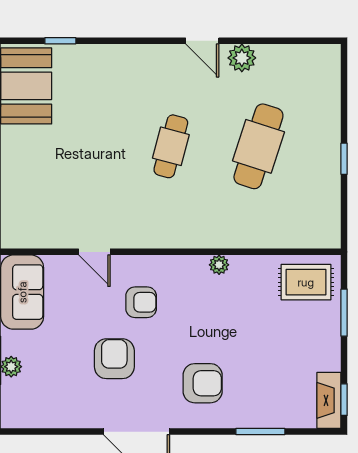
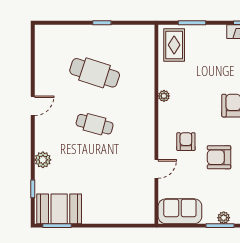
plant: (242, 58) -> (43, 160), moved

